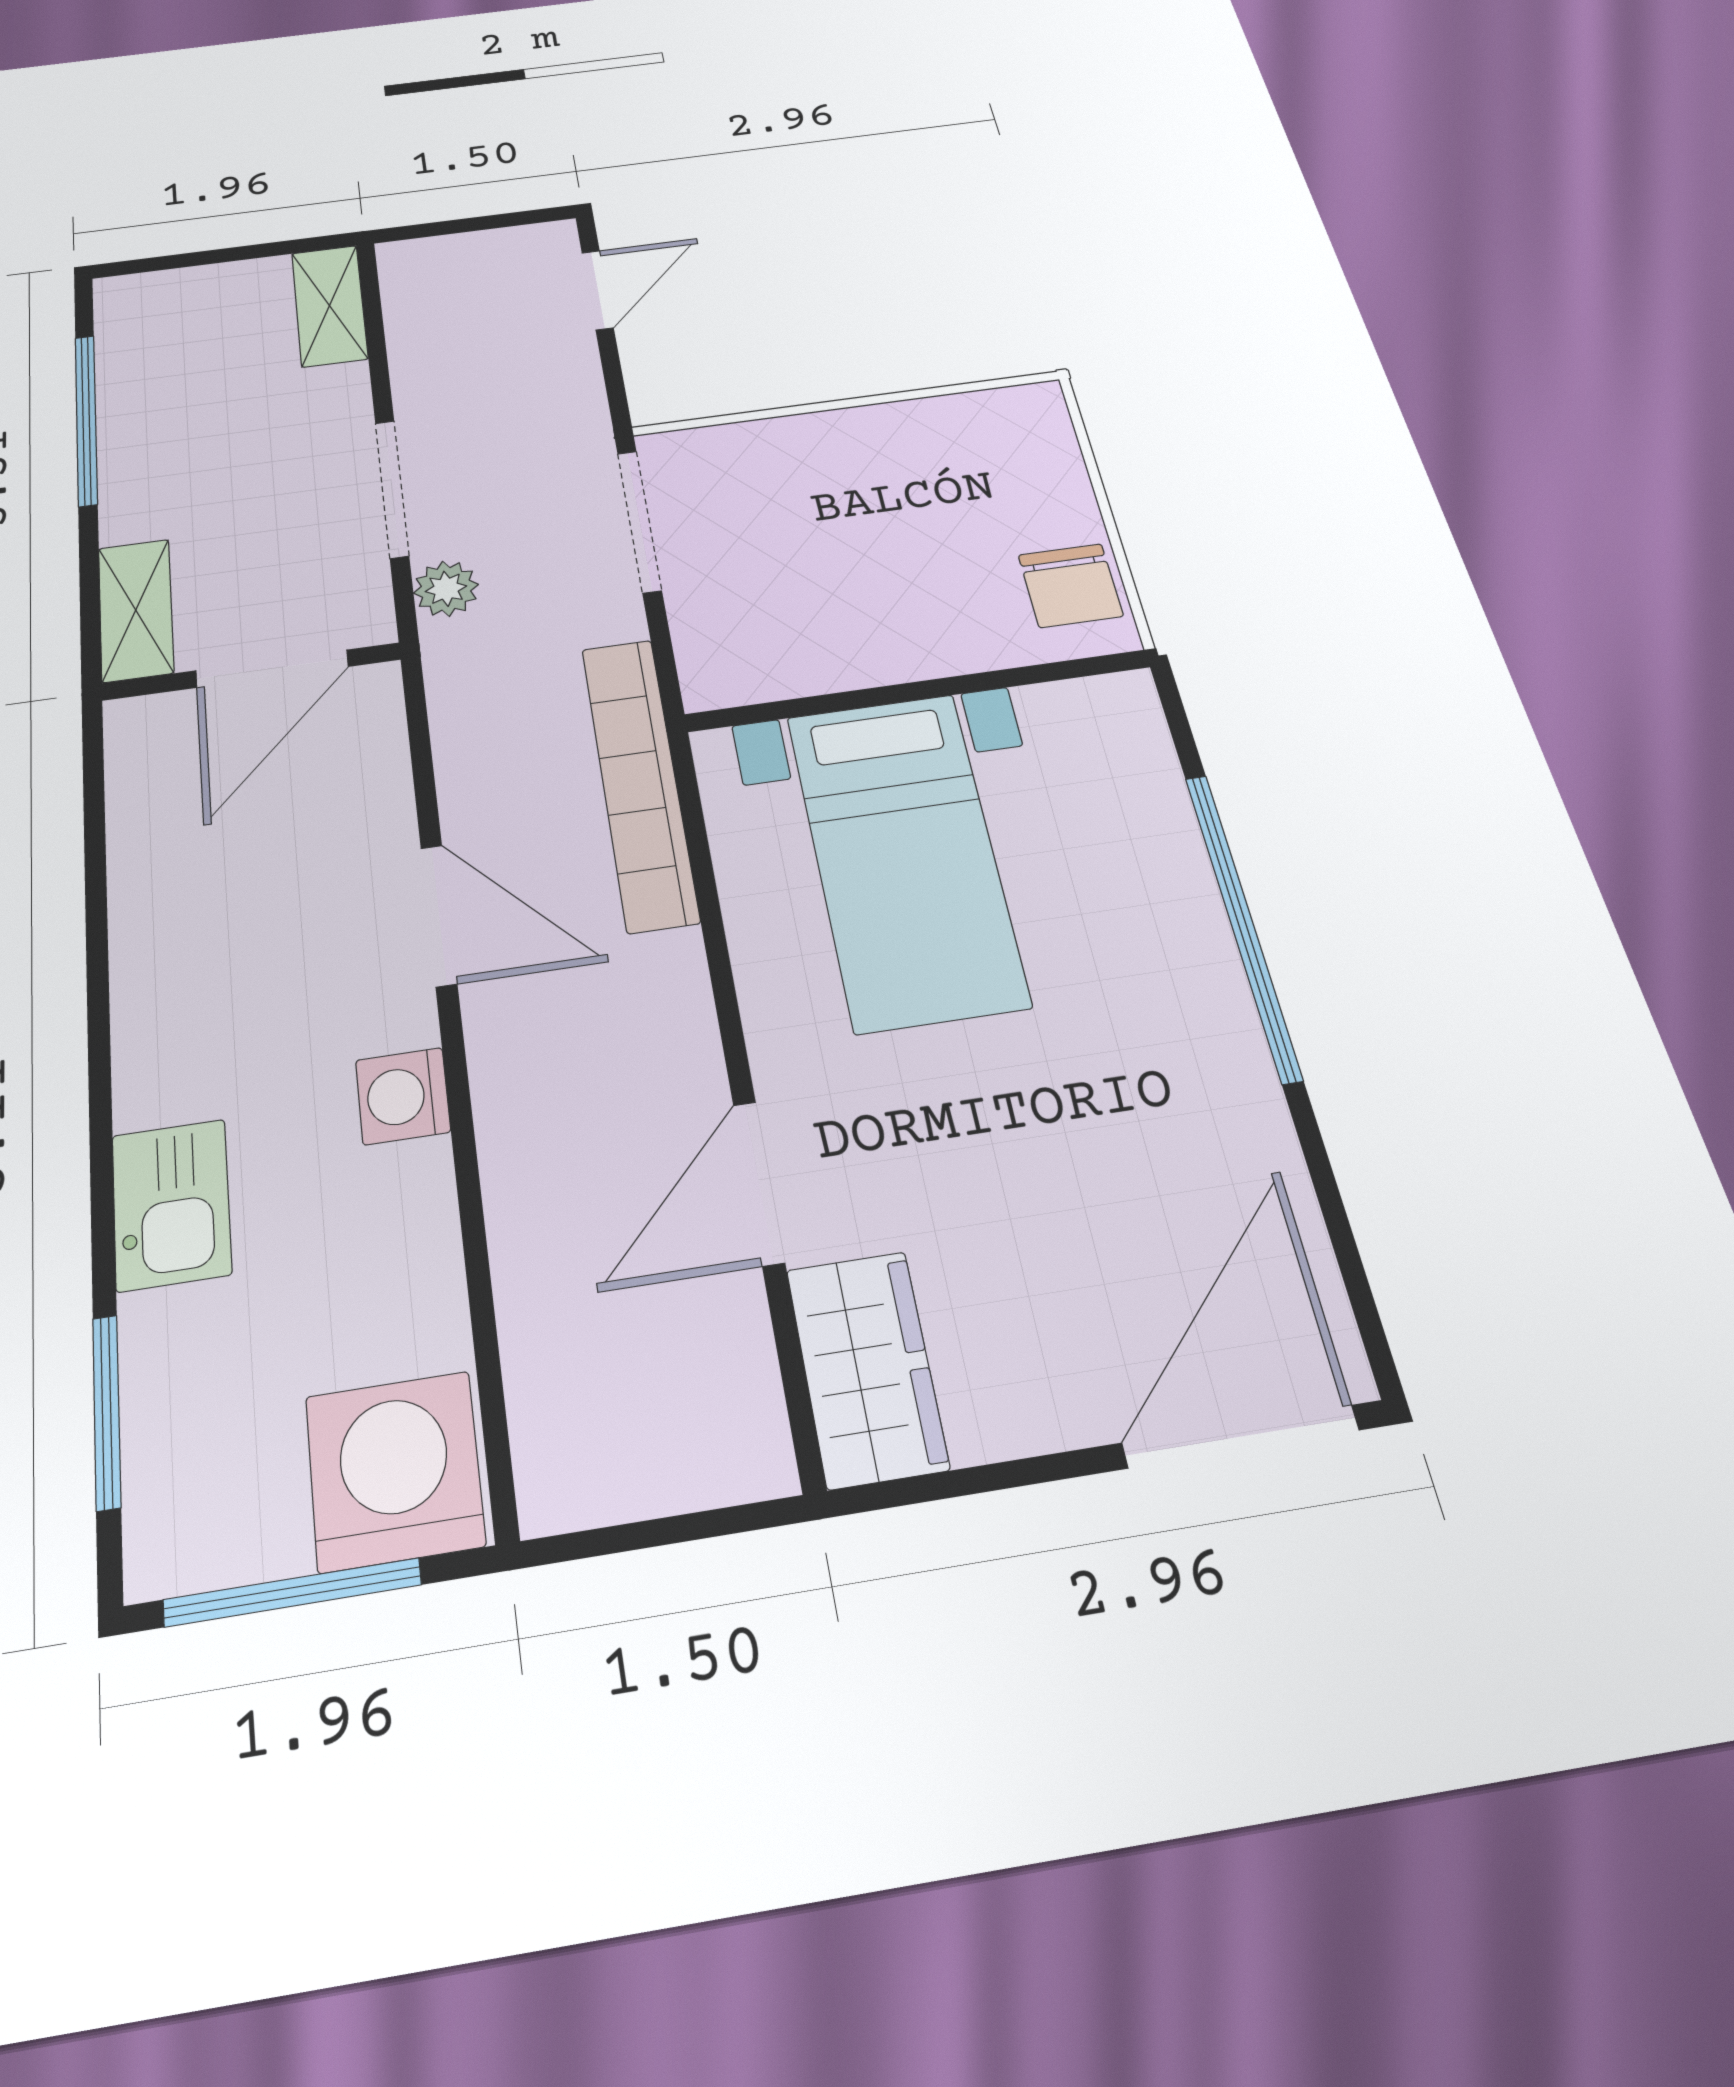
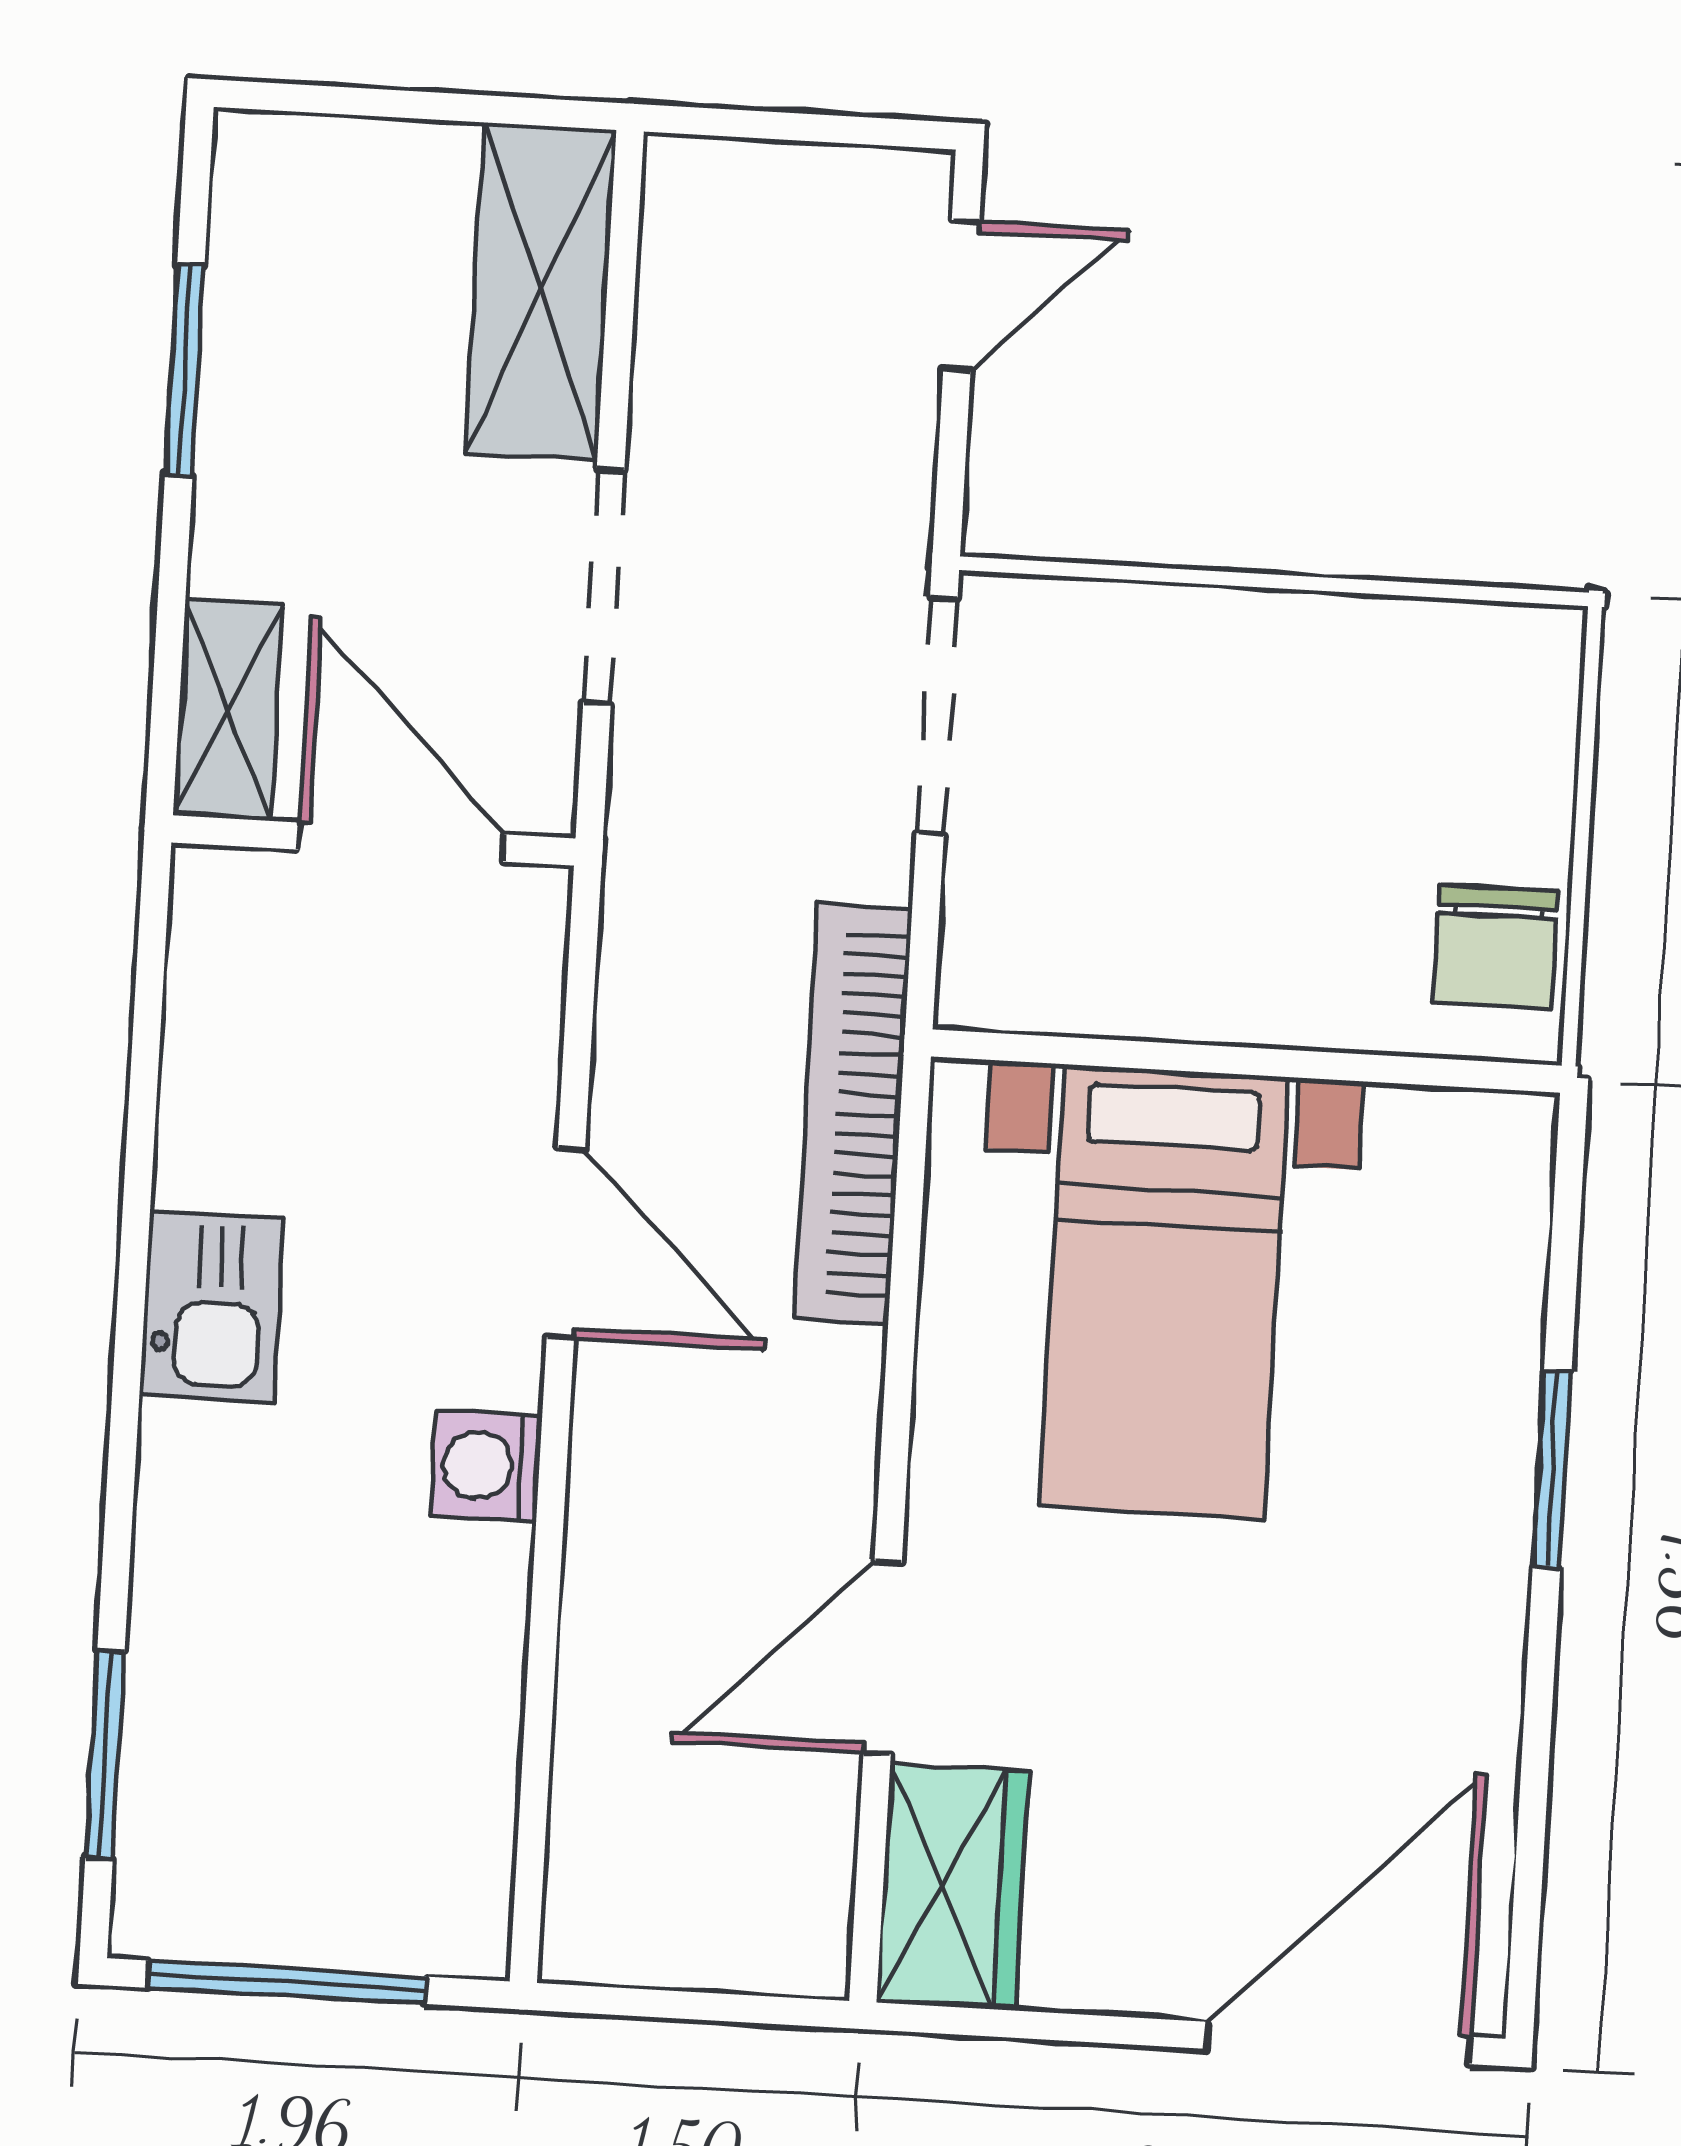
shelving: (330, 306) -> (541, 291), width x1.50, depth x1.33
window: (86, 420) -> (185, 370), width x0.69
plant: (446, 589) -> (652, 768), removed
door: (272, 669) -> (401, 842), swing flipped
window: (1242, 924) -> (1552, 1469), width x0.47
kitchen sink: (171, 1204) -> (212, 1307), moved
washing machine: (395, 1471) -> (414, 1884), removed

